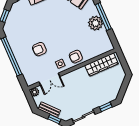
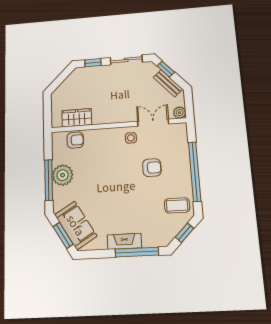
coffee table: (15, 31) -> (177, 205), added
armchair: (76, 57) -> (75, 140), moved
wardrobe: (102, 65) -> (77, 118), width x0.67

